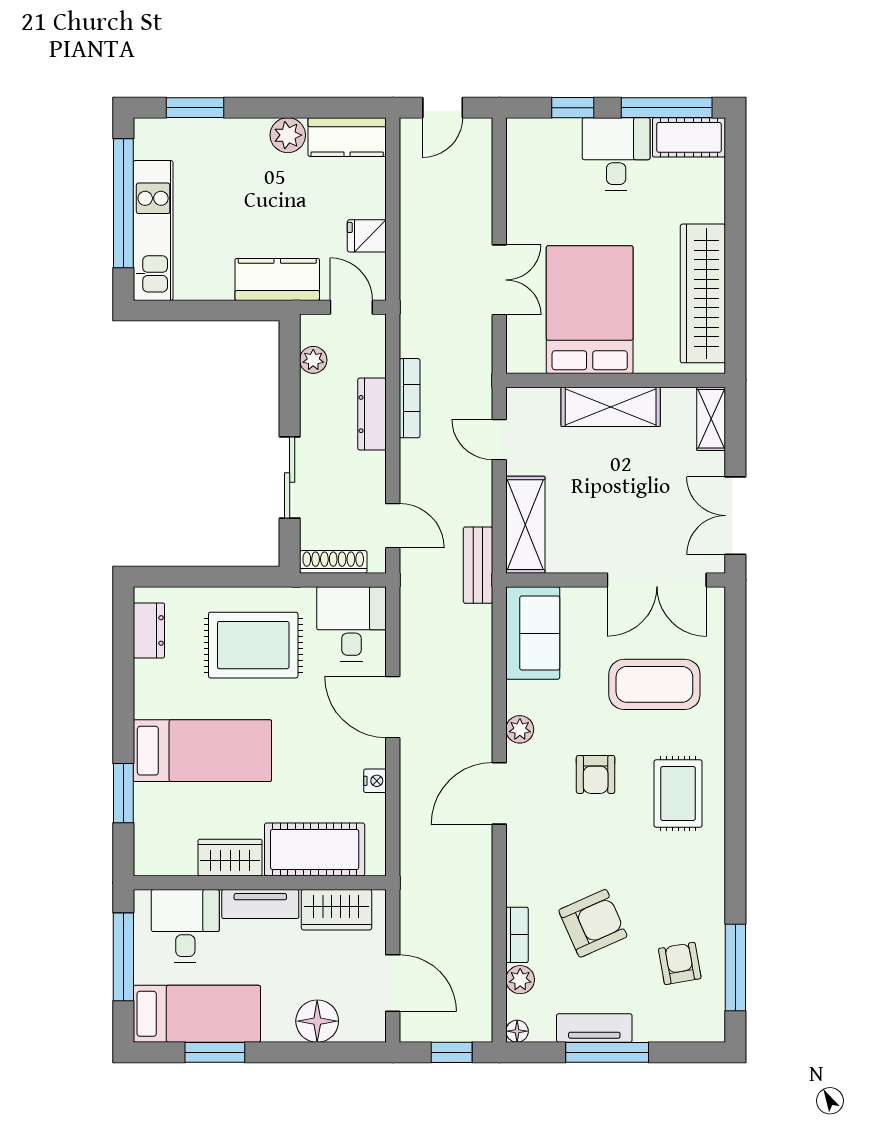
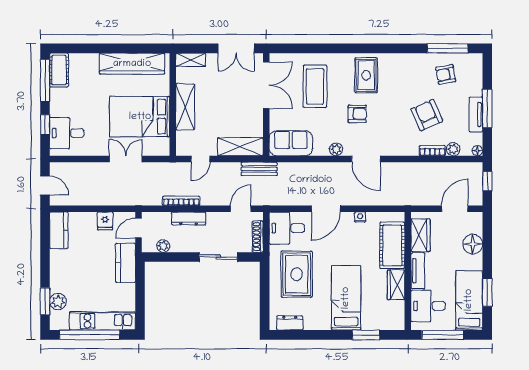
plant: (288, 135) -> (58, 302), moved
desk: (616, 154) -> (67, 133), moved
rug: (678, 794) -> (366, 75), turned 90

